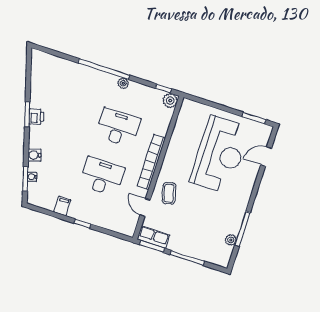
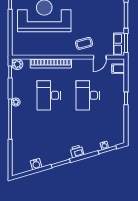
printer: (36, 117) -> (77, 151), moved
water cooler: (34, 155) -> (36, 164), moved
bookcase: (151, 162) -> (51, 63), moved
filing cabinet: (62, 206) -> (118, 69), moved

